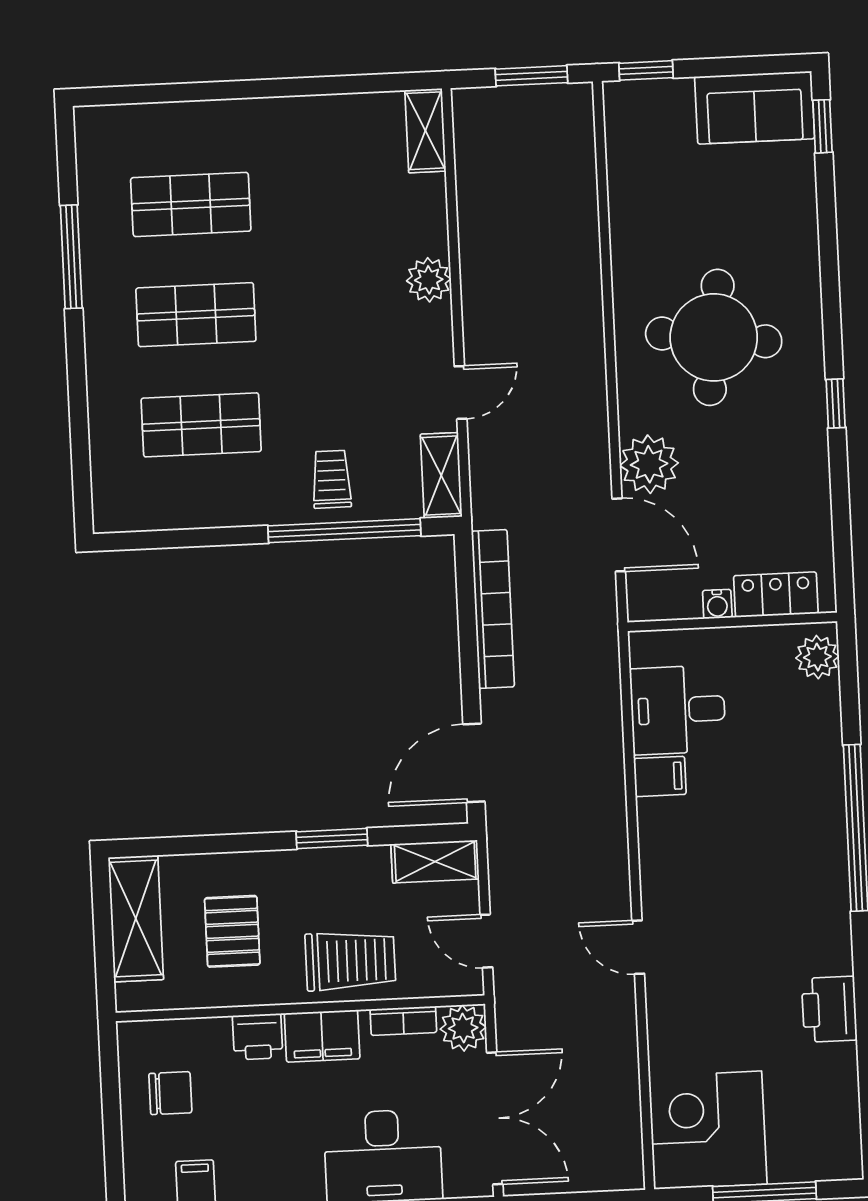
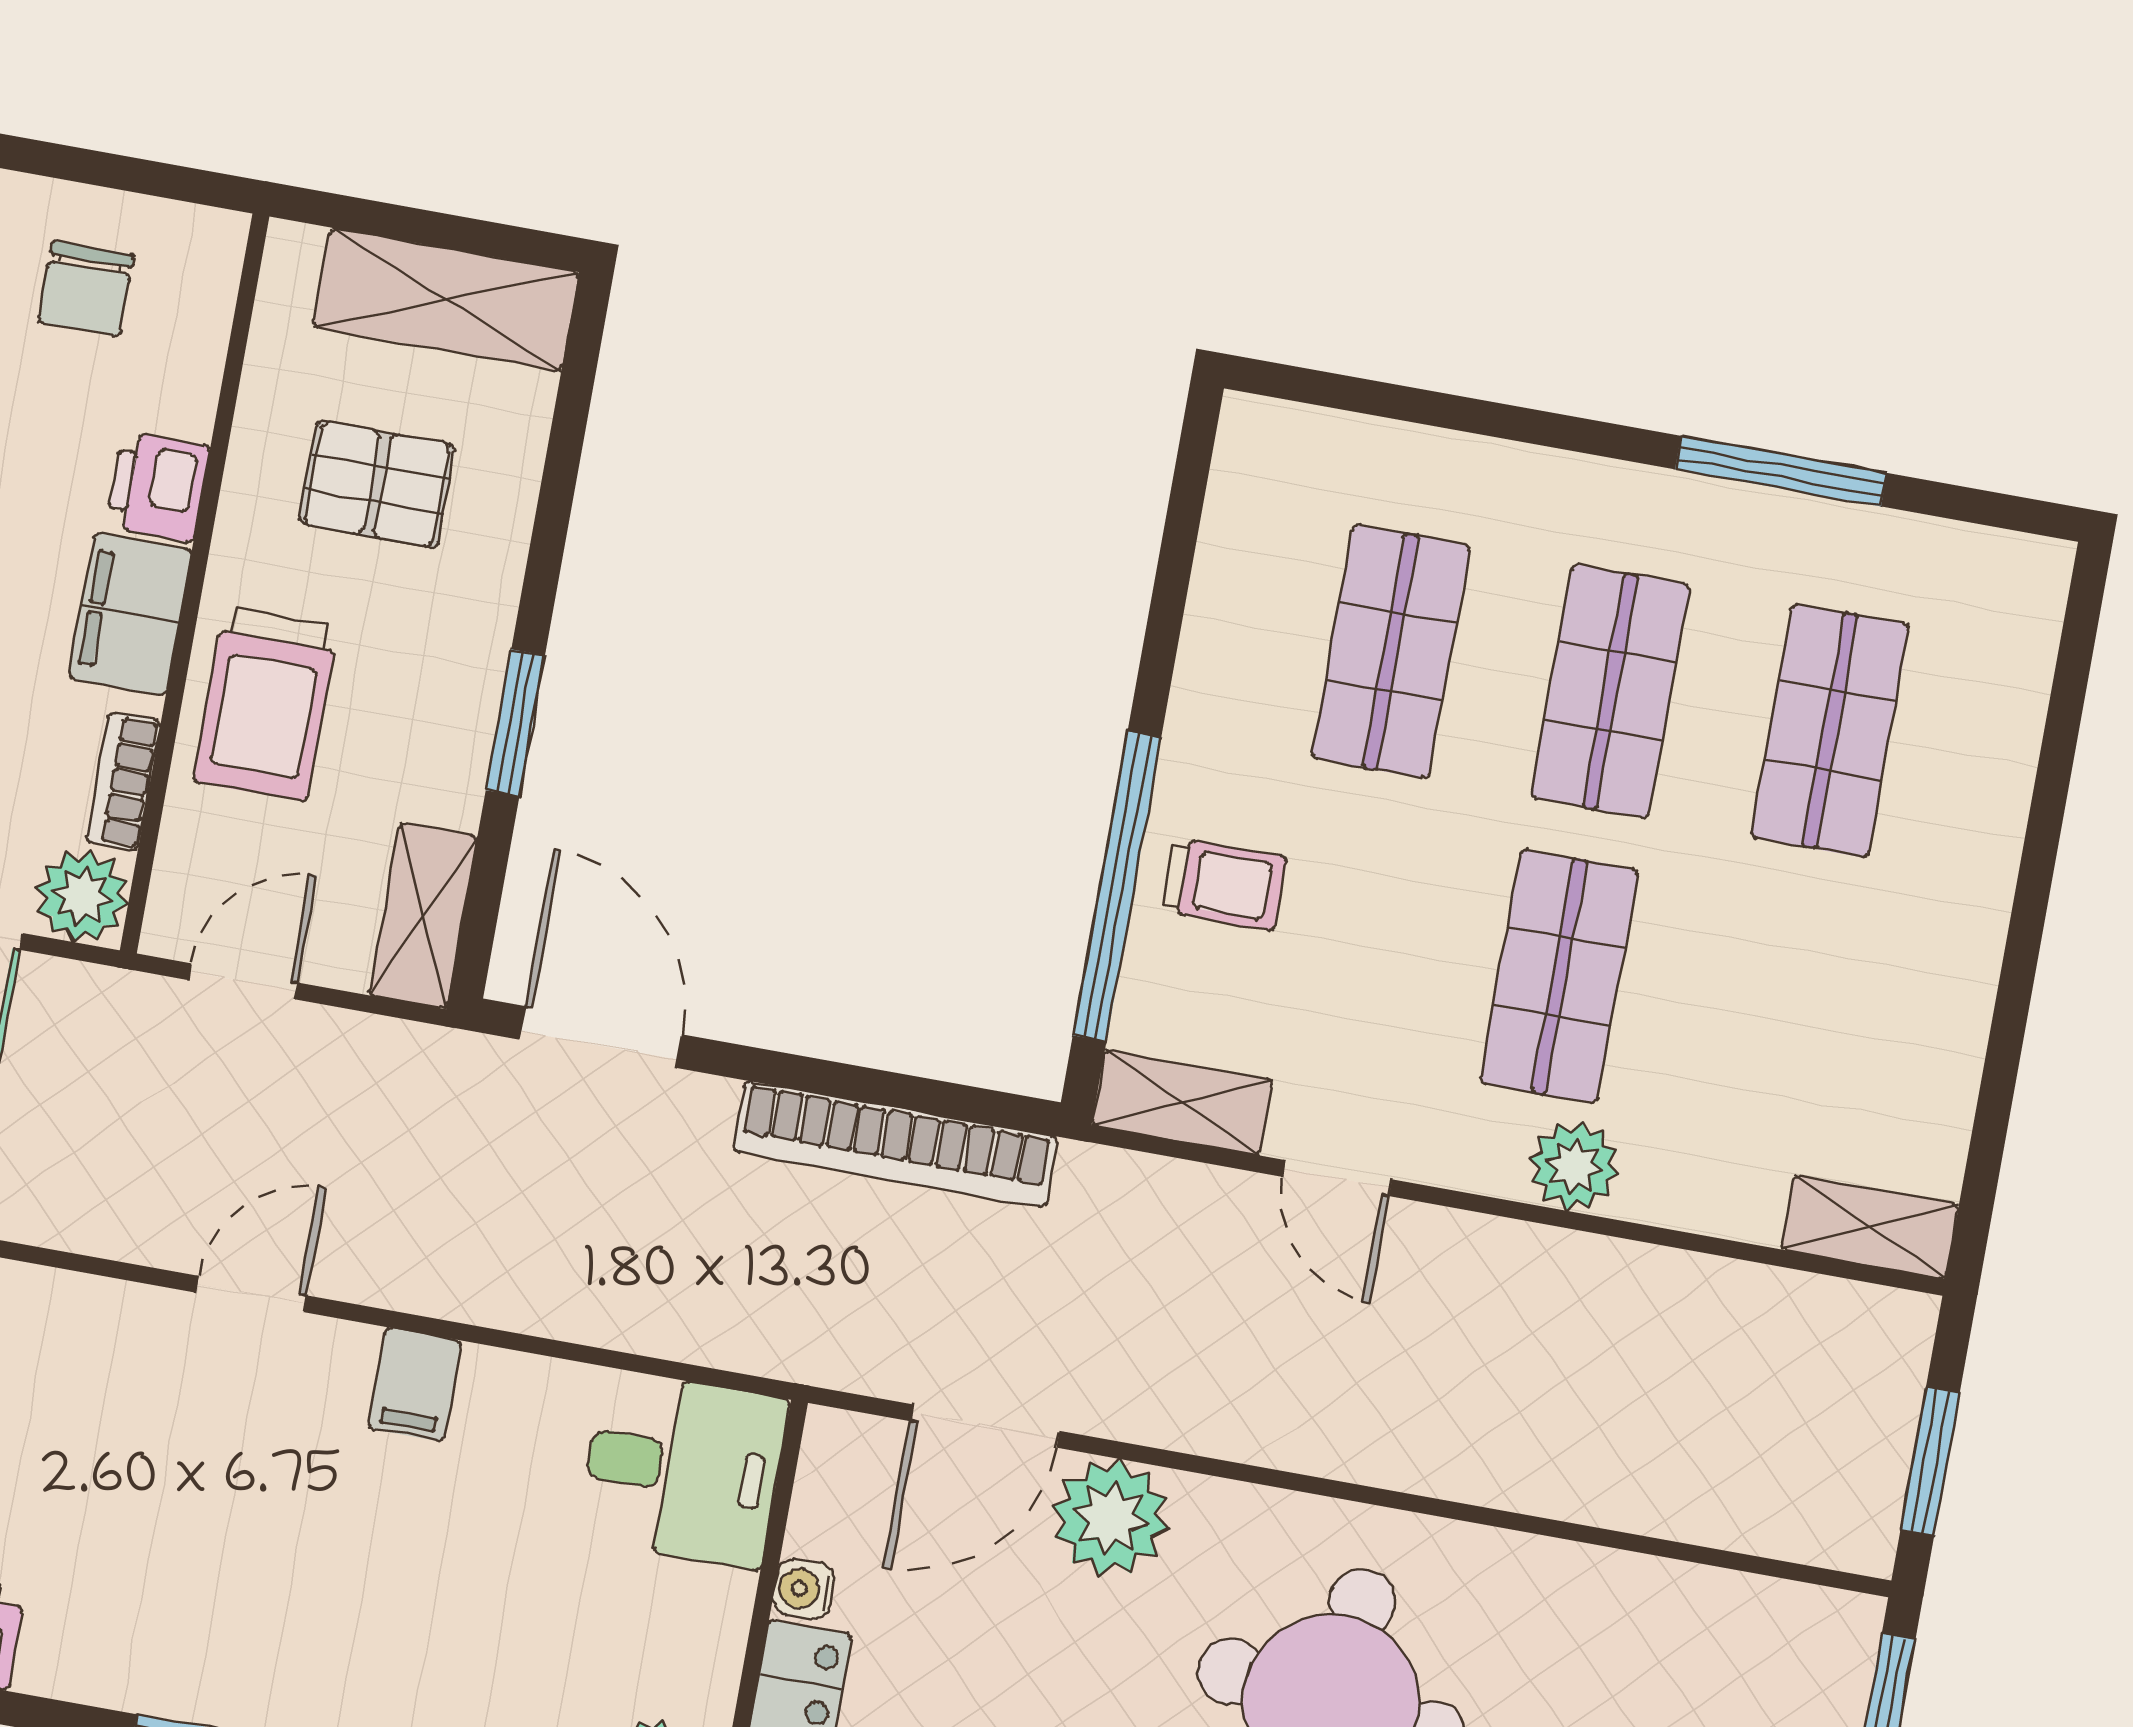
shop shelf: (339, 308) -> (1559, 976), added
desk: (678, 710) -> (683, 1469), moved, turned 90
filing cabinet: (660, 776) -> (415, 1385), moved
door: (638, 947) -> (251, 1294), moved

